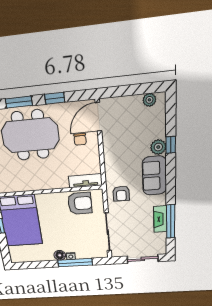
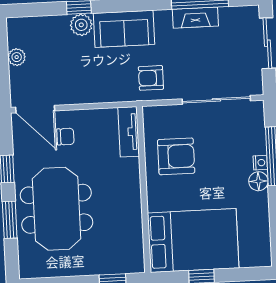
plant: (149, 100) -> (17, 57), moved
armchair: (121, 194) -> (151, 78), turned 180
armchair: (80, 203) -> (176, 156), moved, turned 90

